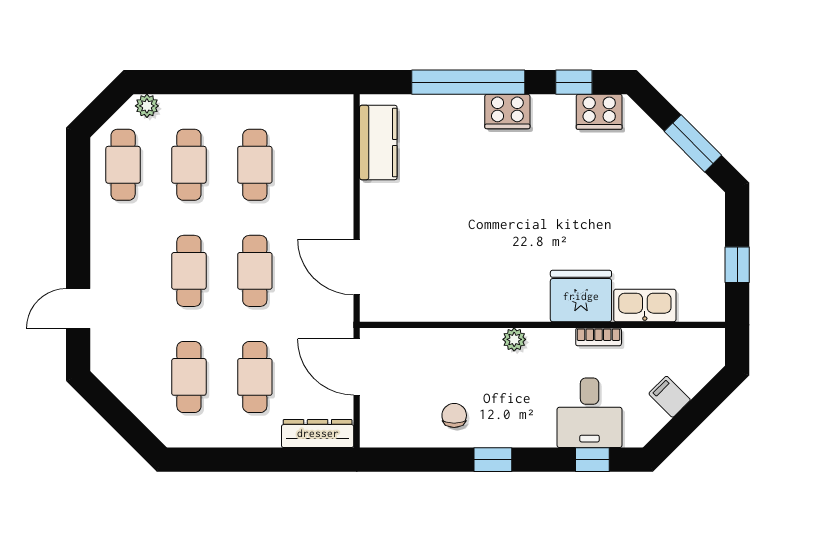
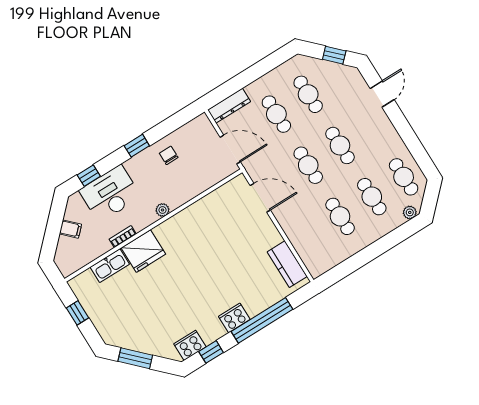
window: (113, 411) -> (334, 55), added
desk: (590, 413) -> (110, 194), width x1.37
chair: (454, 415) -> (169, 155), turned 180

